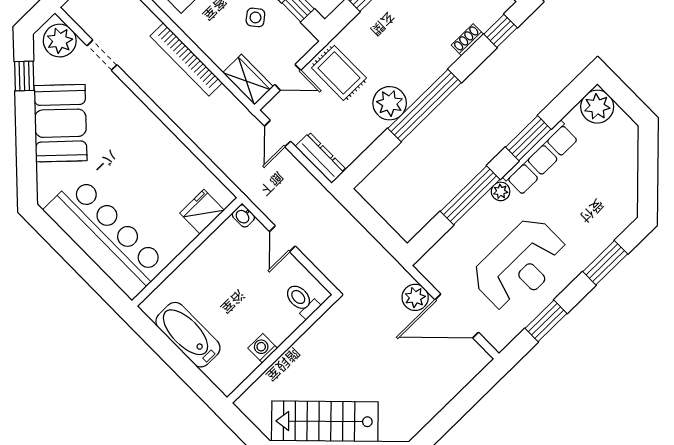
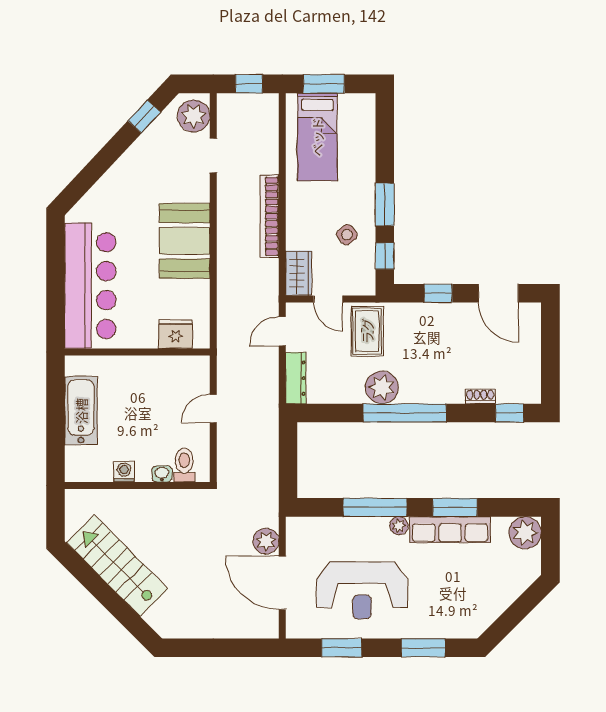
booth: (60, 123) -> (185, 241), moved, turned -43
washbasin: (243, 216) -> (162, 474), moved, turned 90

